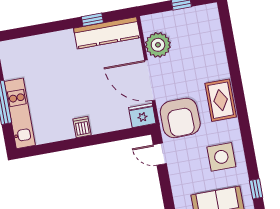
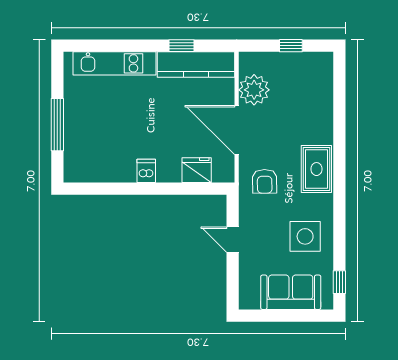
kitchen unit: (20, 113) -> (114, 63), moved, turned 90
fridge: (142, 115) -> (197, 170), moved
armchair: (180, 118) -> (265, 181), width x0.53, depth x0.53
door: (160, 154) -> (233, 240), moved

